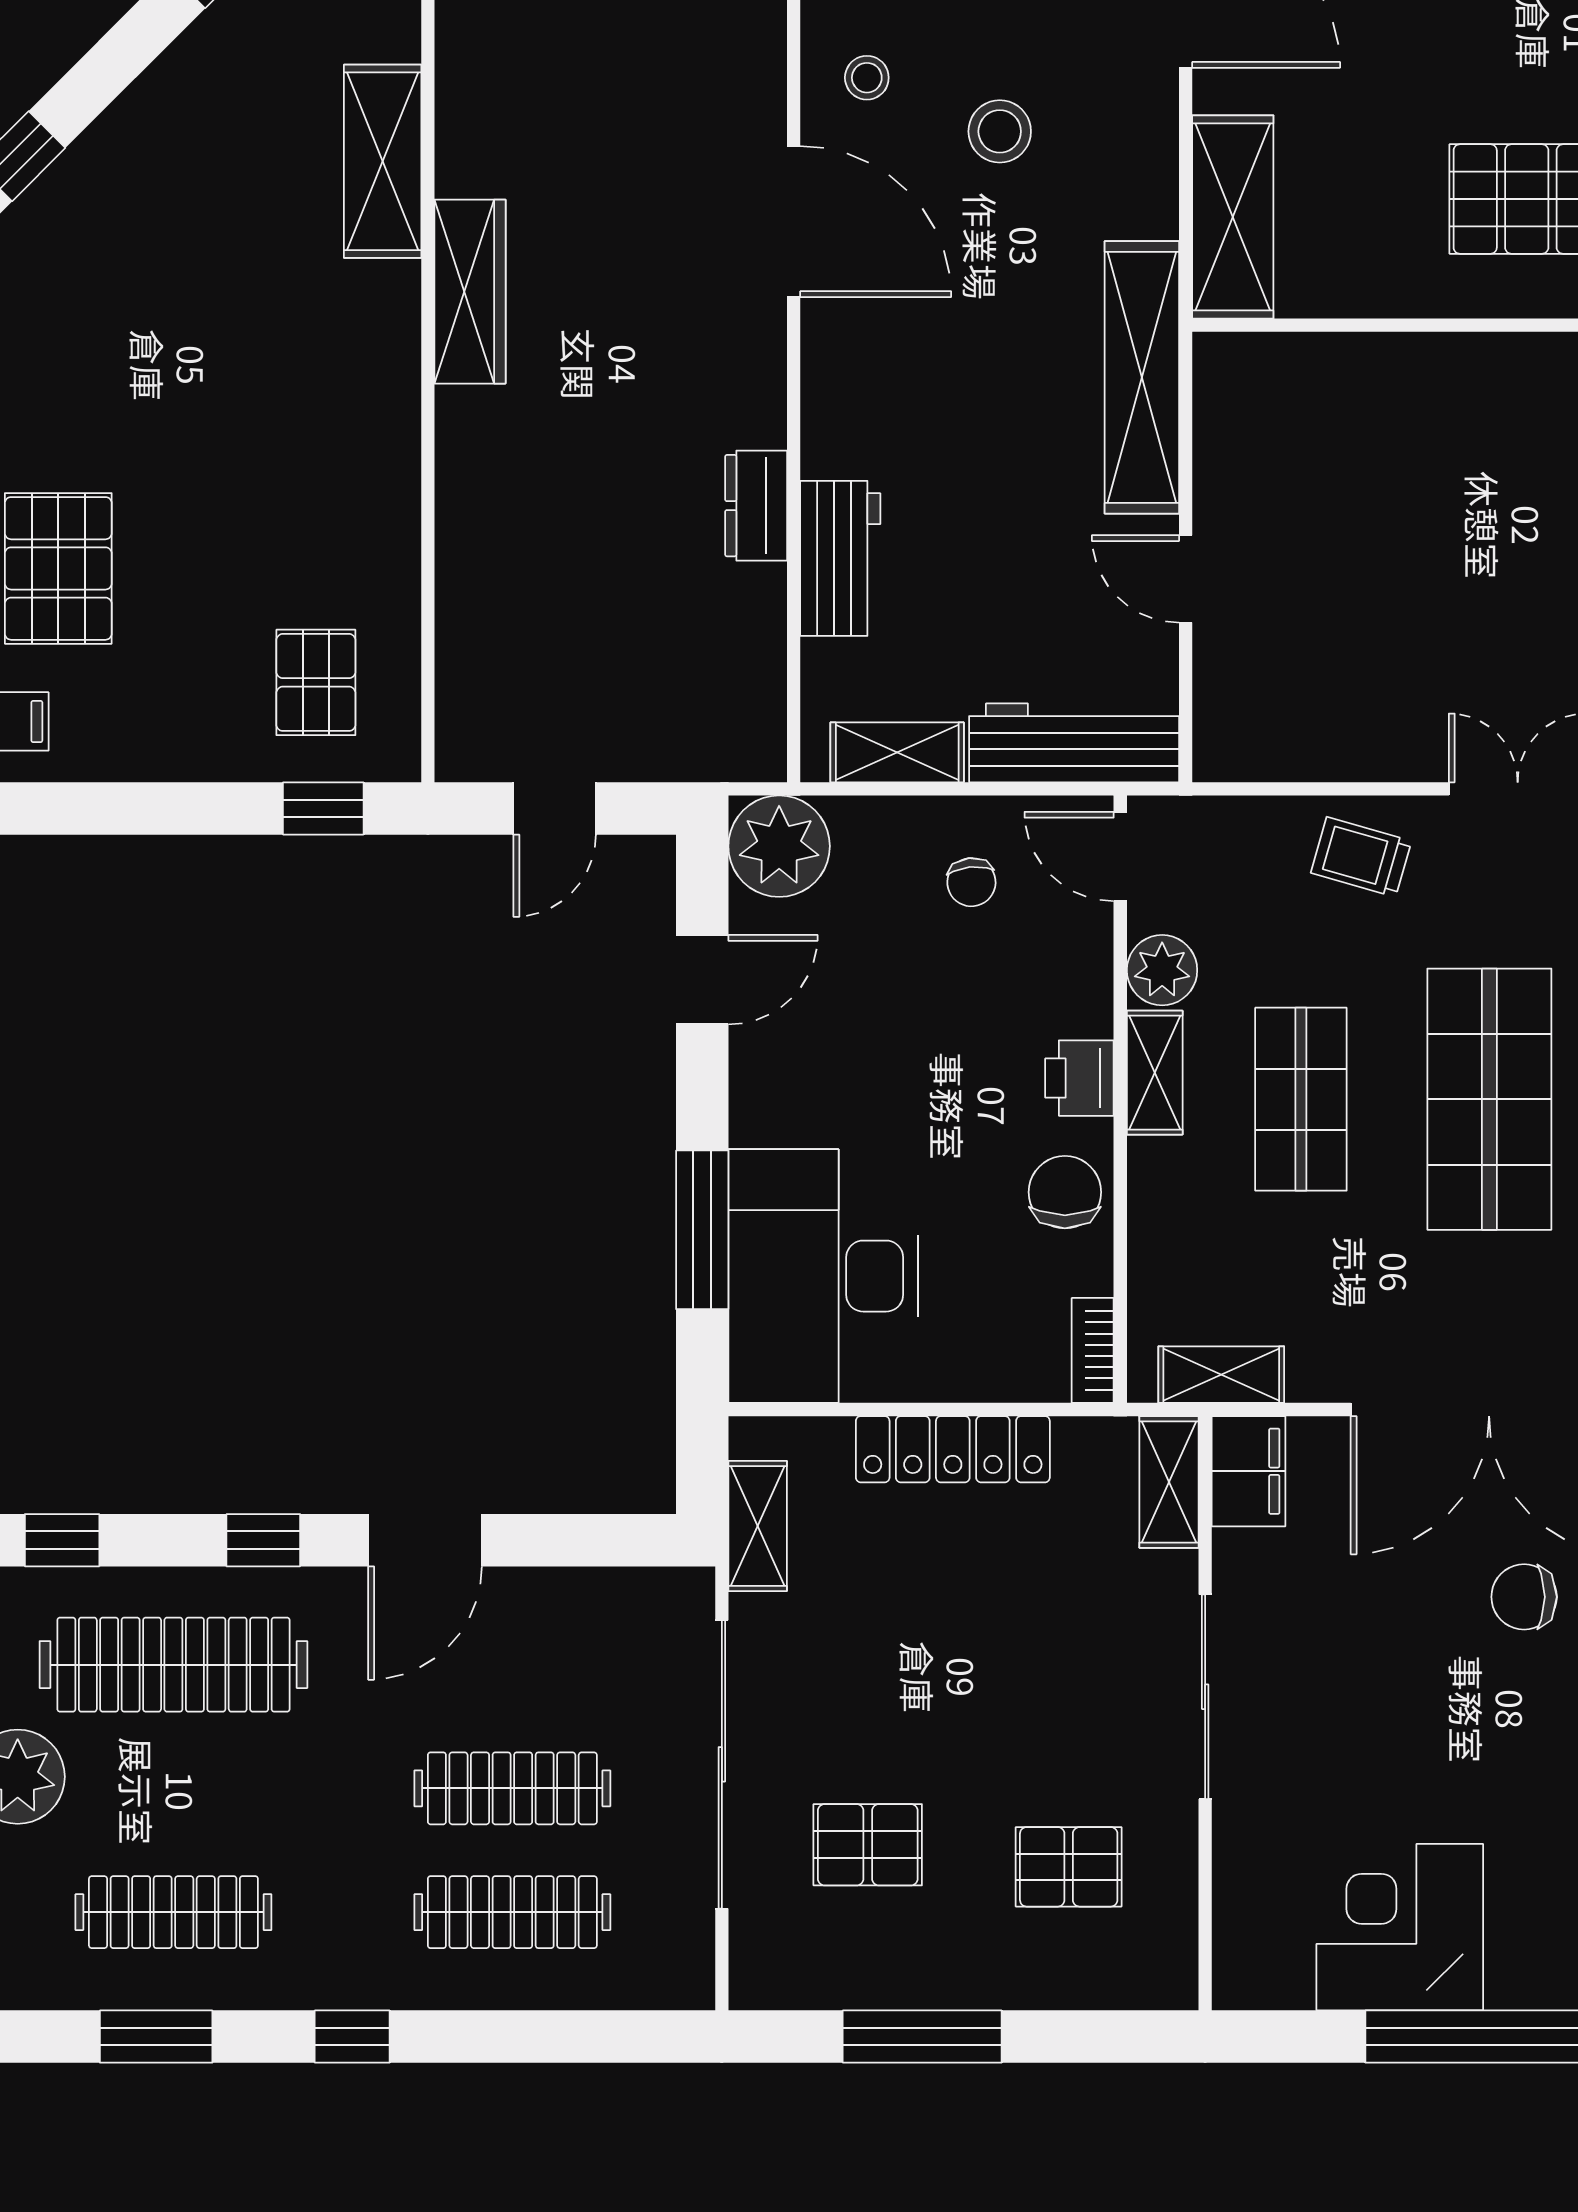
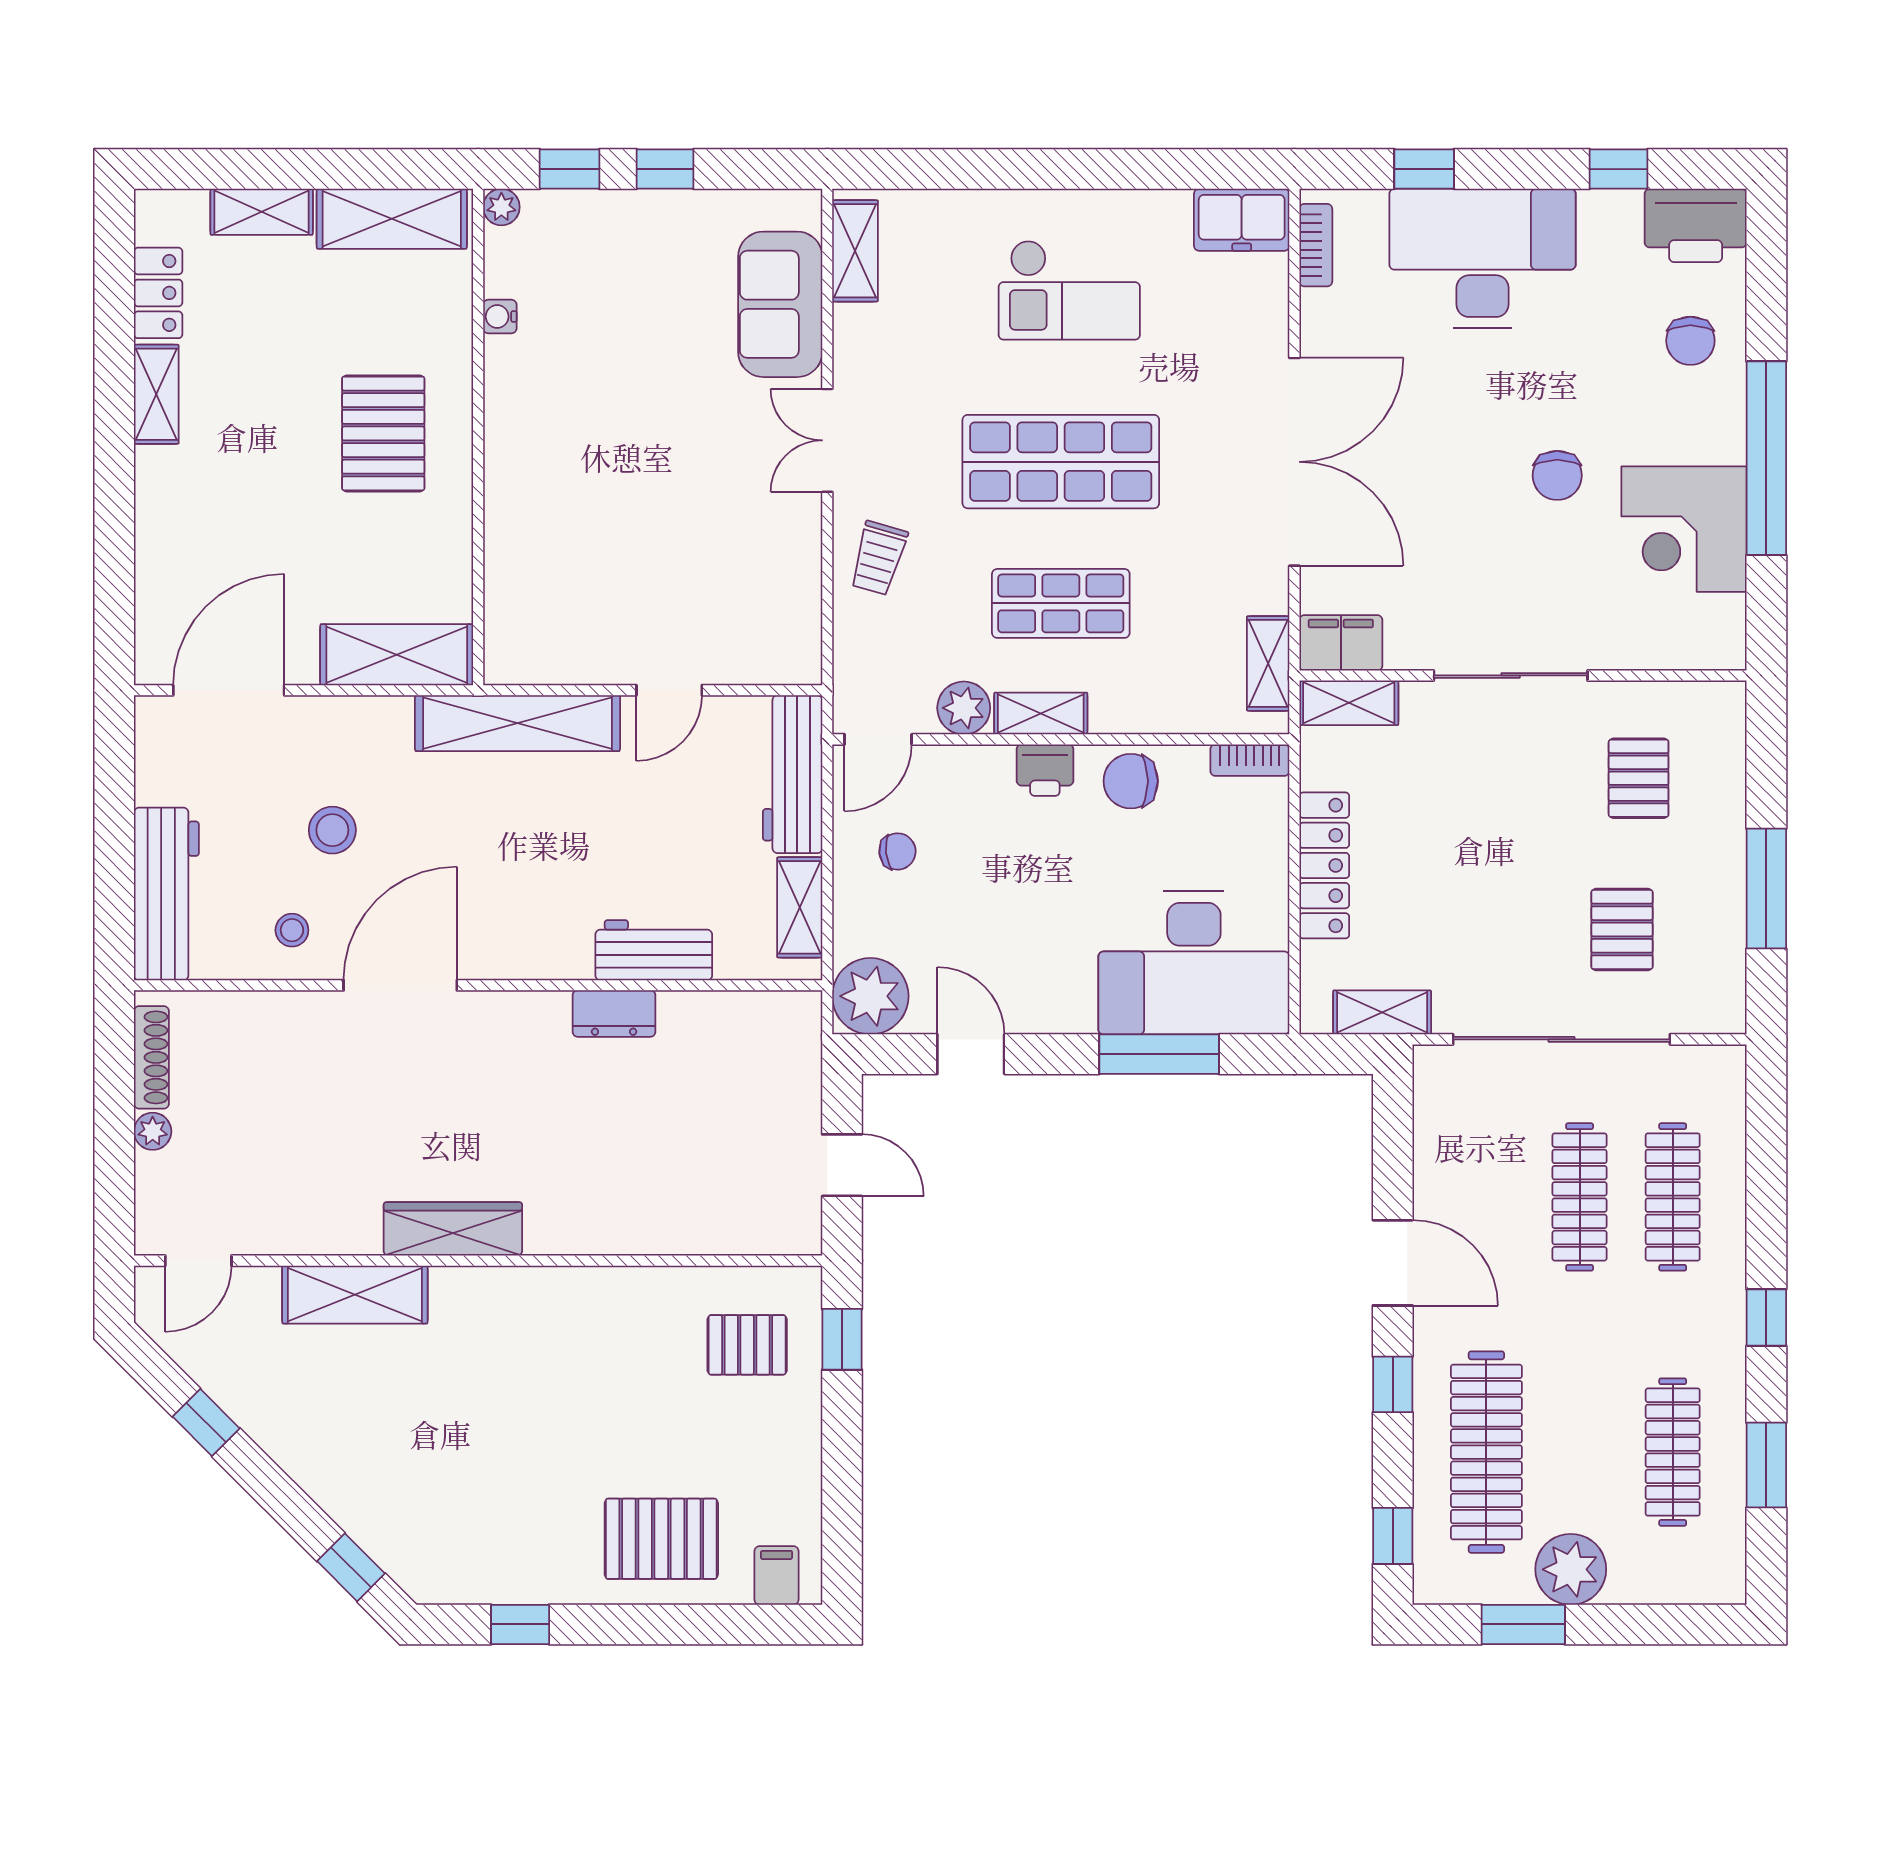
chair: (1524, 1597) -> (1557, 475), moved

